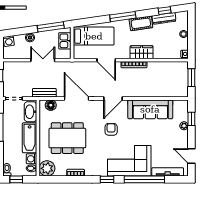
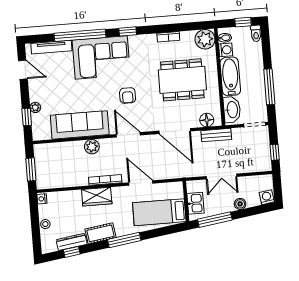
plant: (142, 92) -> (92, 147), added
door: (113, 99) -> (128, 135), hinge flipped

